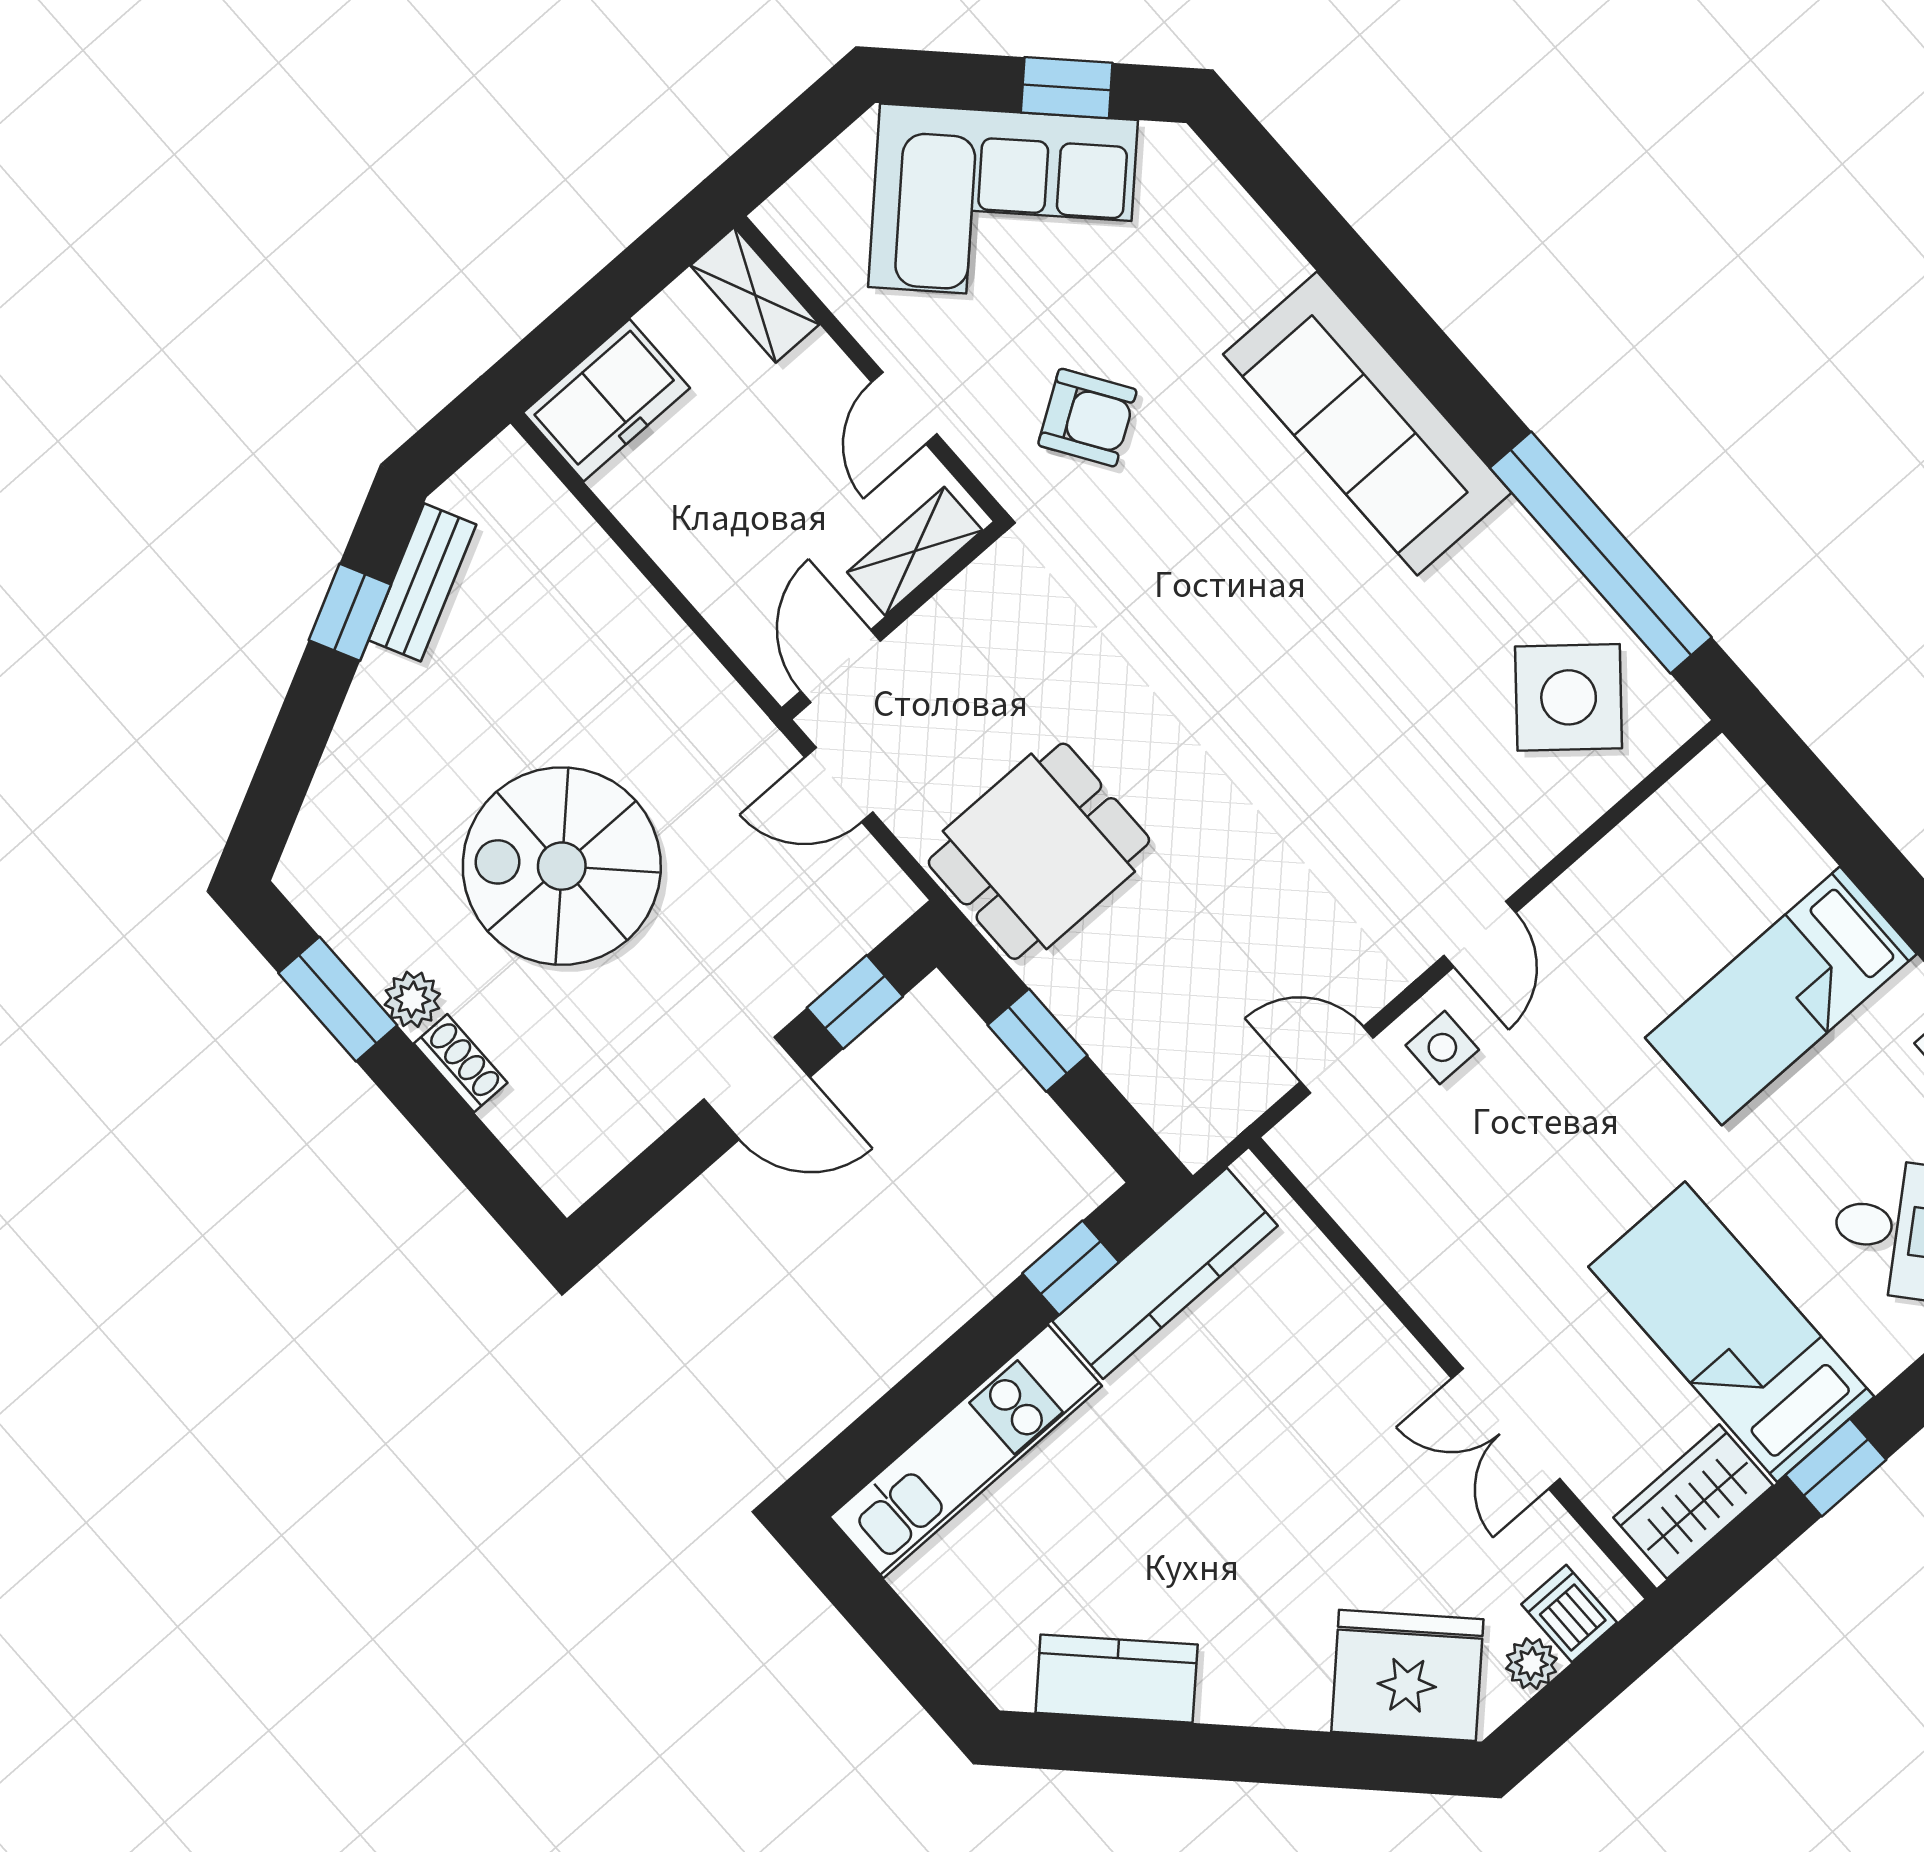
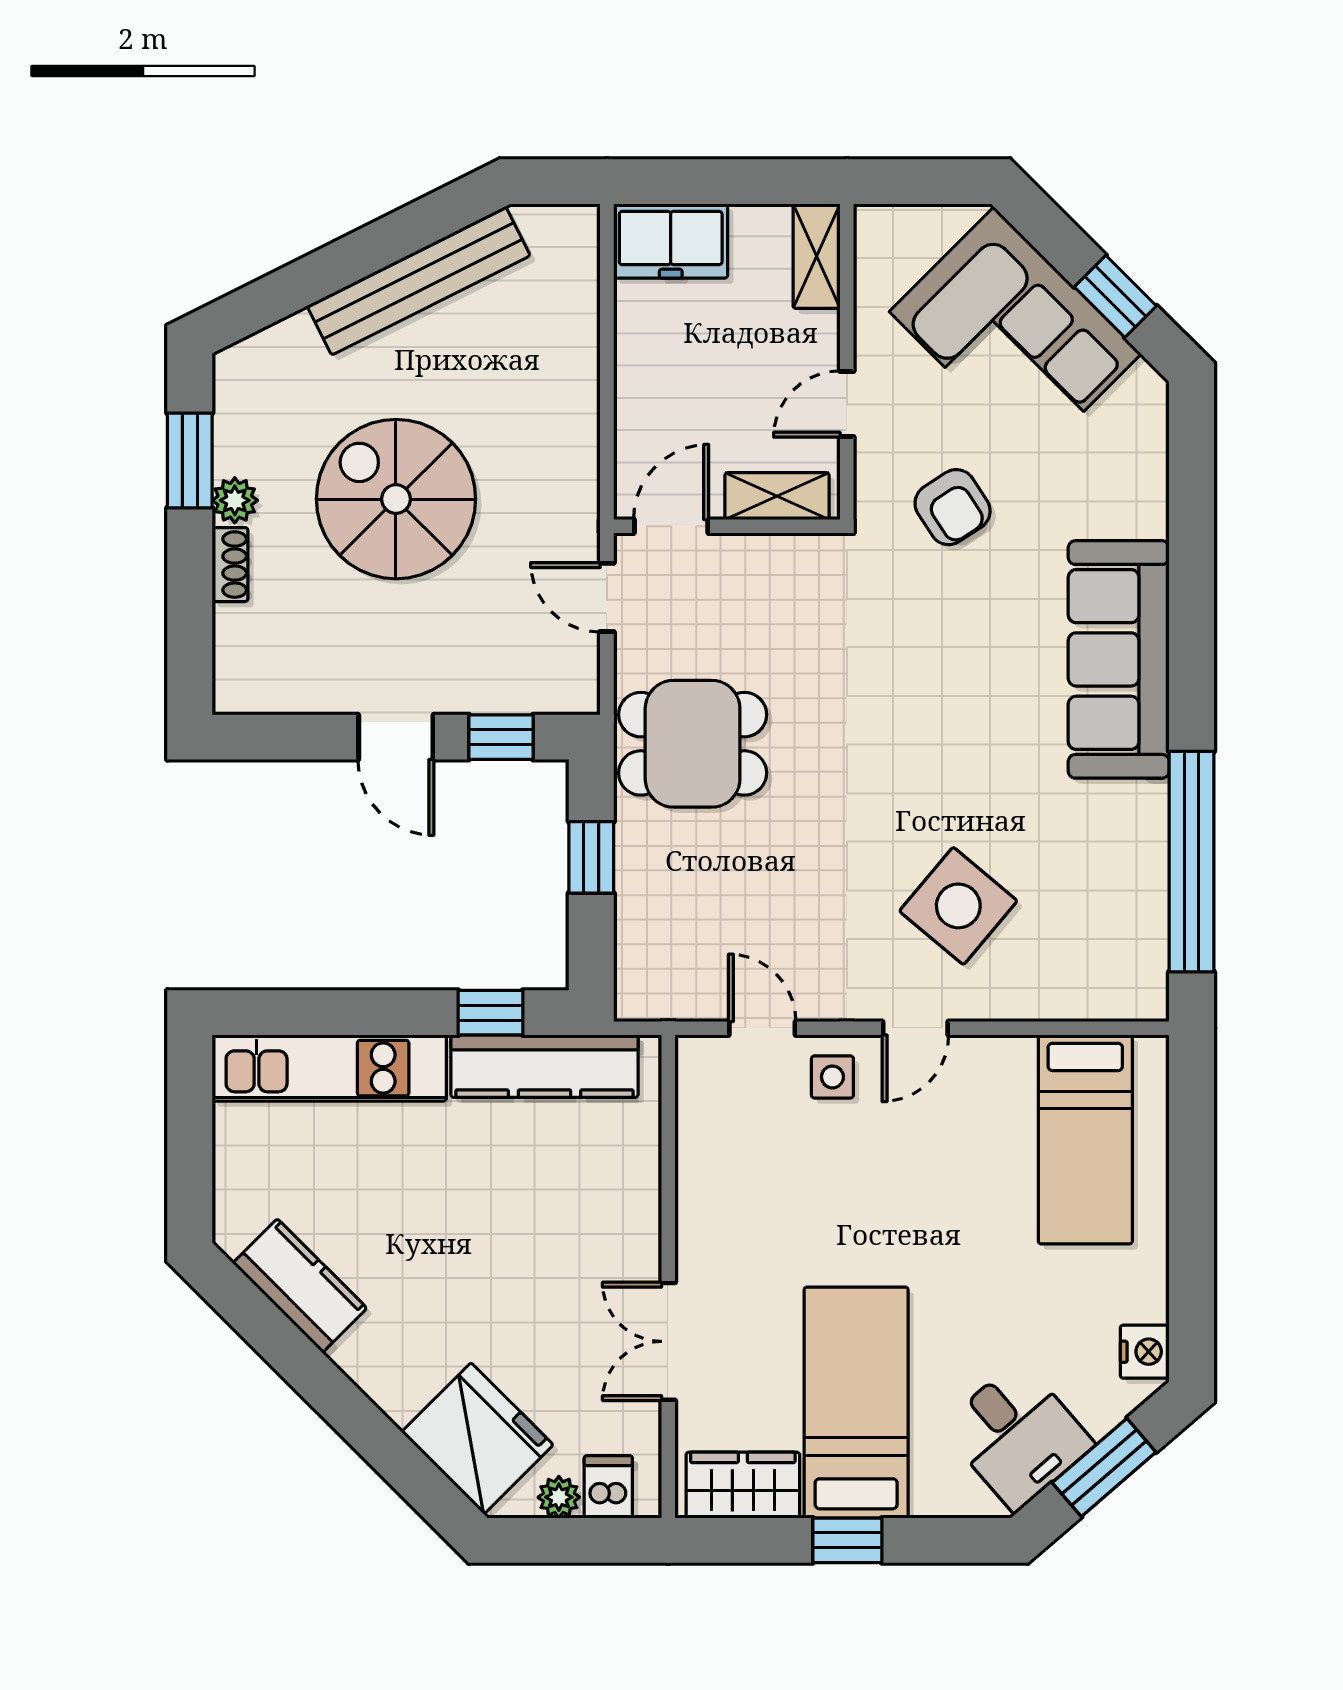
bench: (422, 582) -> (419, 281), width x1.86, depth x1.21
window: (350, 612) -> (403, 233), removed
side table: (1569, 697) -> (958, 906), moved
bed: (1781, 996) -> (1085, 1139), moved, turned -90

